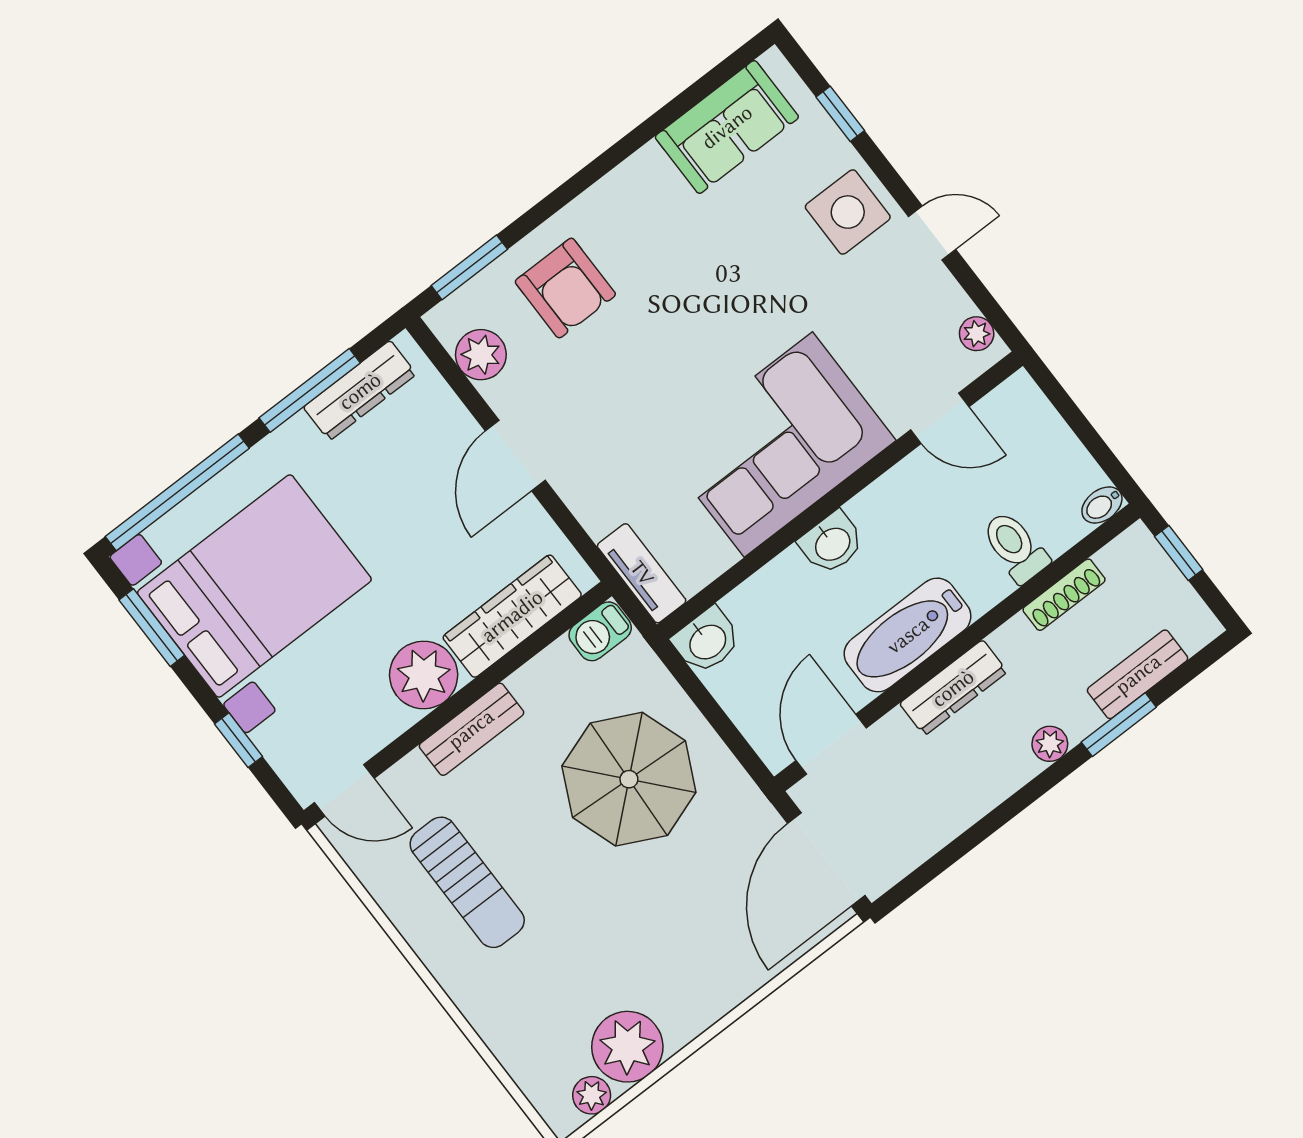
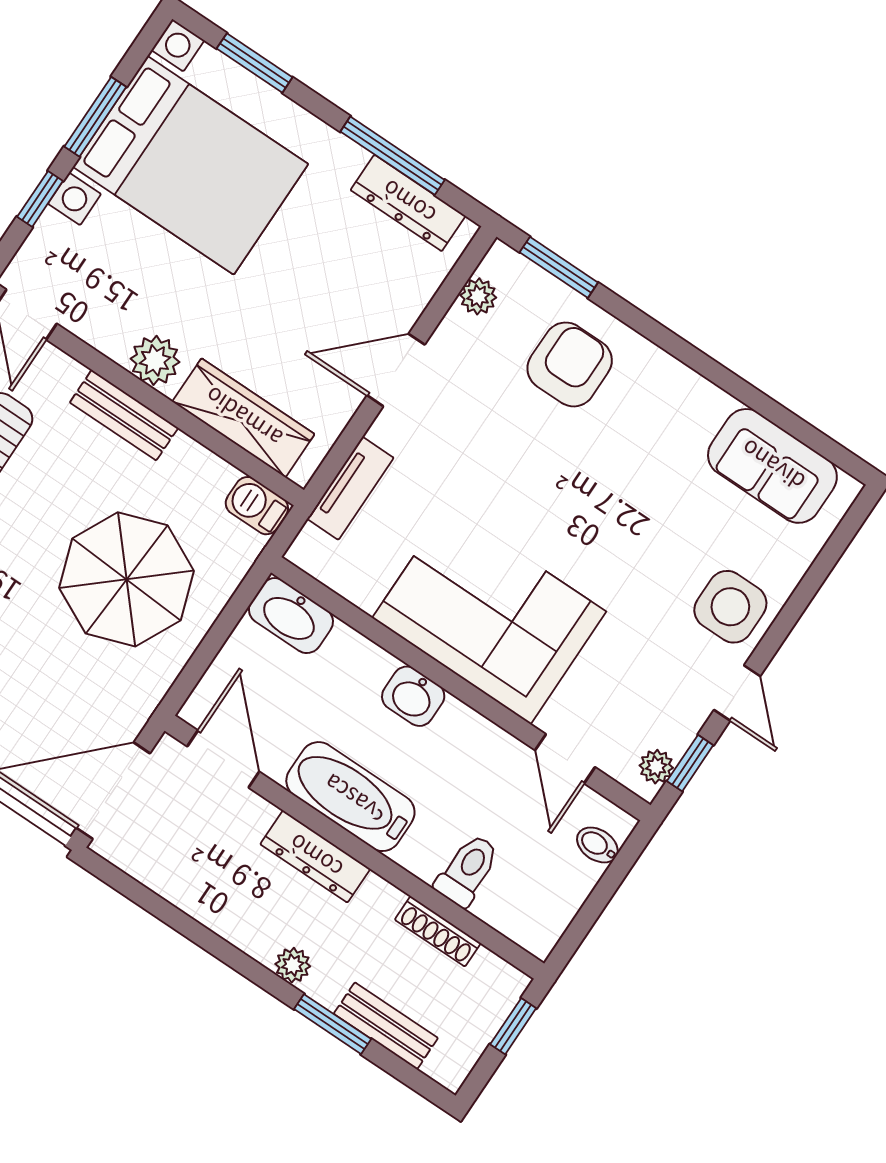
window: (840, 114) -> (690, 763), moved
armchair: (565, 288) -> (570, 364), turned 180
plant: (481, 355) -> (478, 296), width x0.73, depth x0.73
window: (177, 492) -> (255, 63), width x0.47
bidet: (1102, 505) -> (597, 845), moved
tv unit: (642, 573) -> (350, 488), moved
window: (152, 628) -> (95, 117), moved
washbasin: (707, 641) -> (291, 616), width x1.38
plant: (424, 675) -> (155, 360), width x0.73, depth x0.73
door: (831, 744) -> (223, 759), hinge flipped

